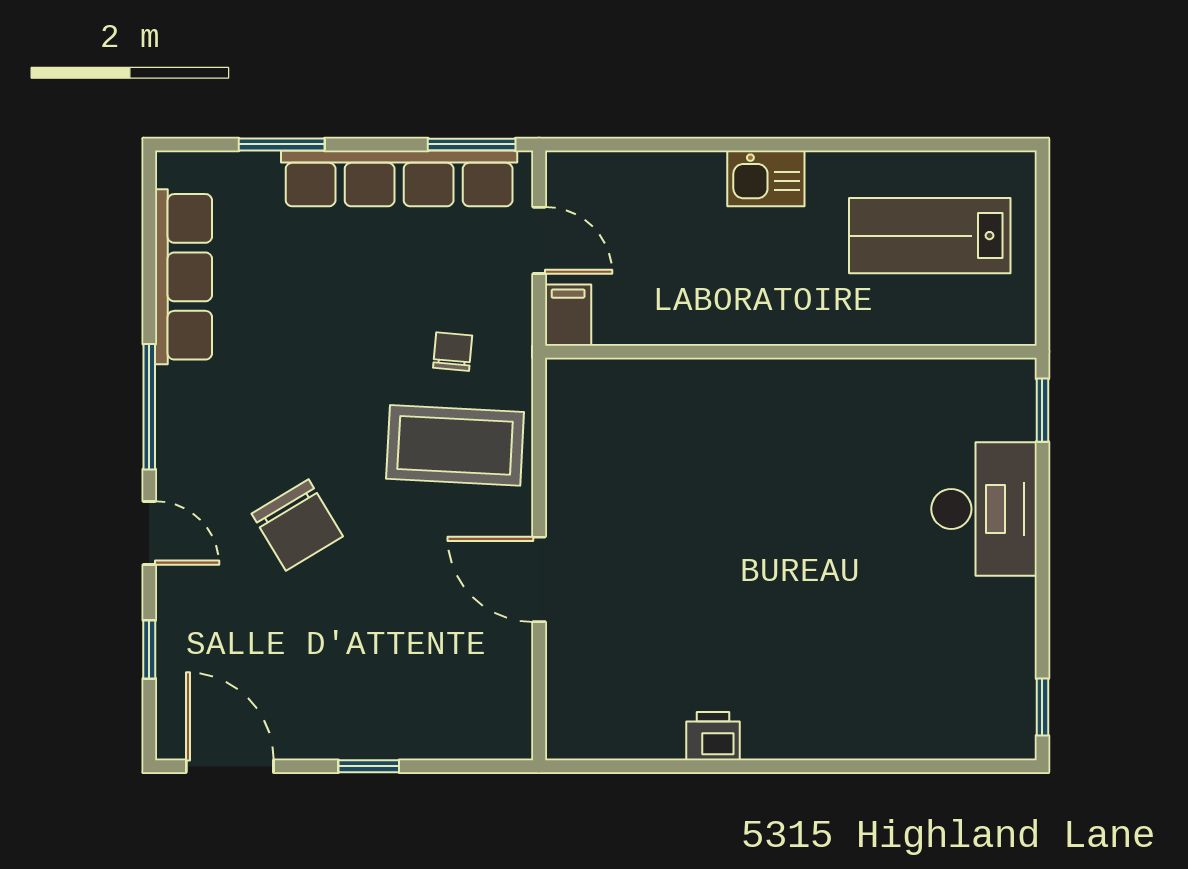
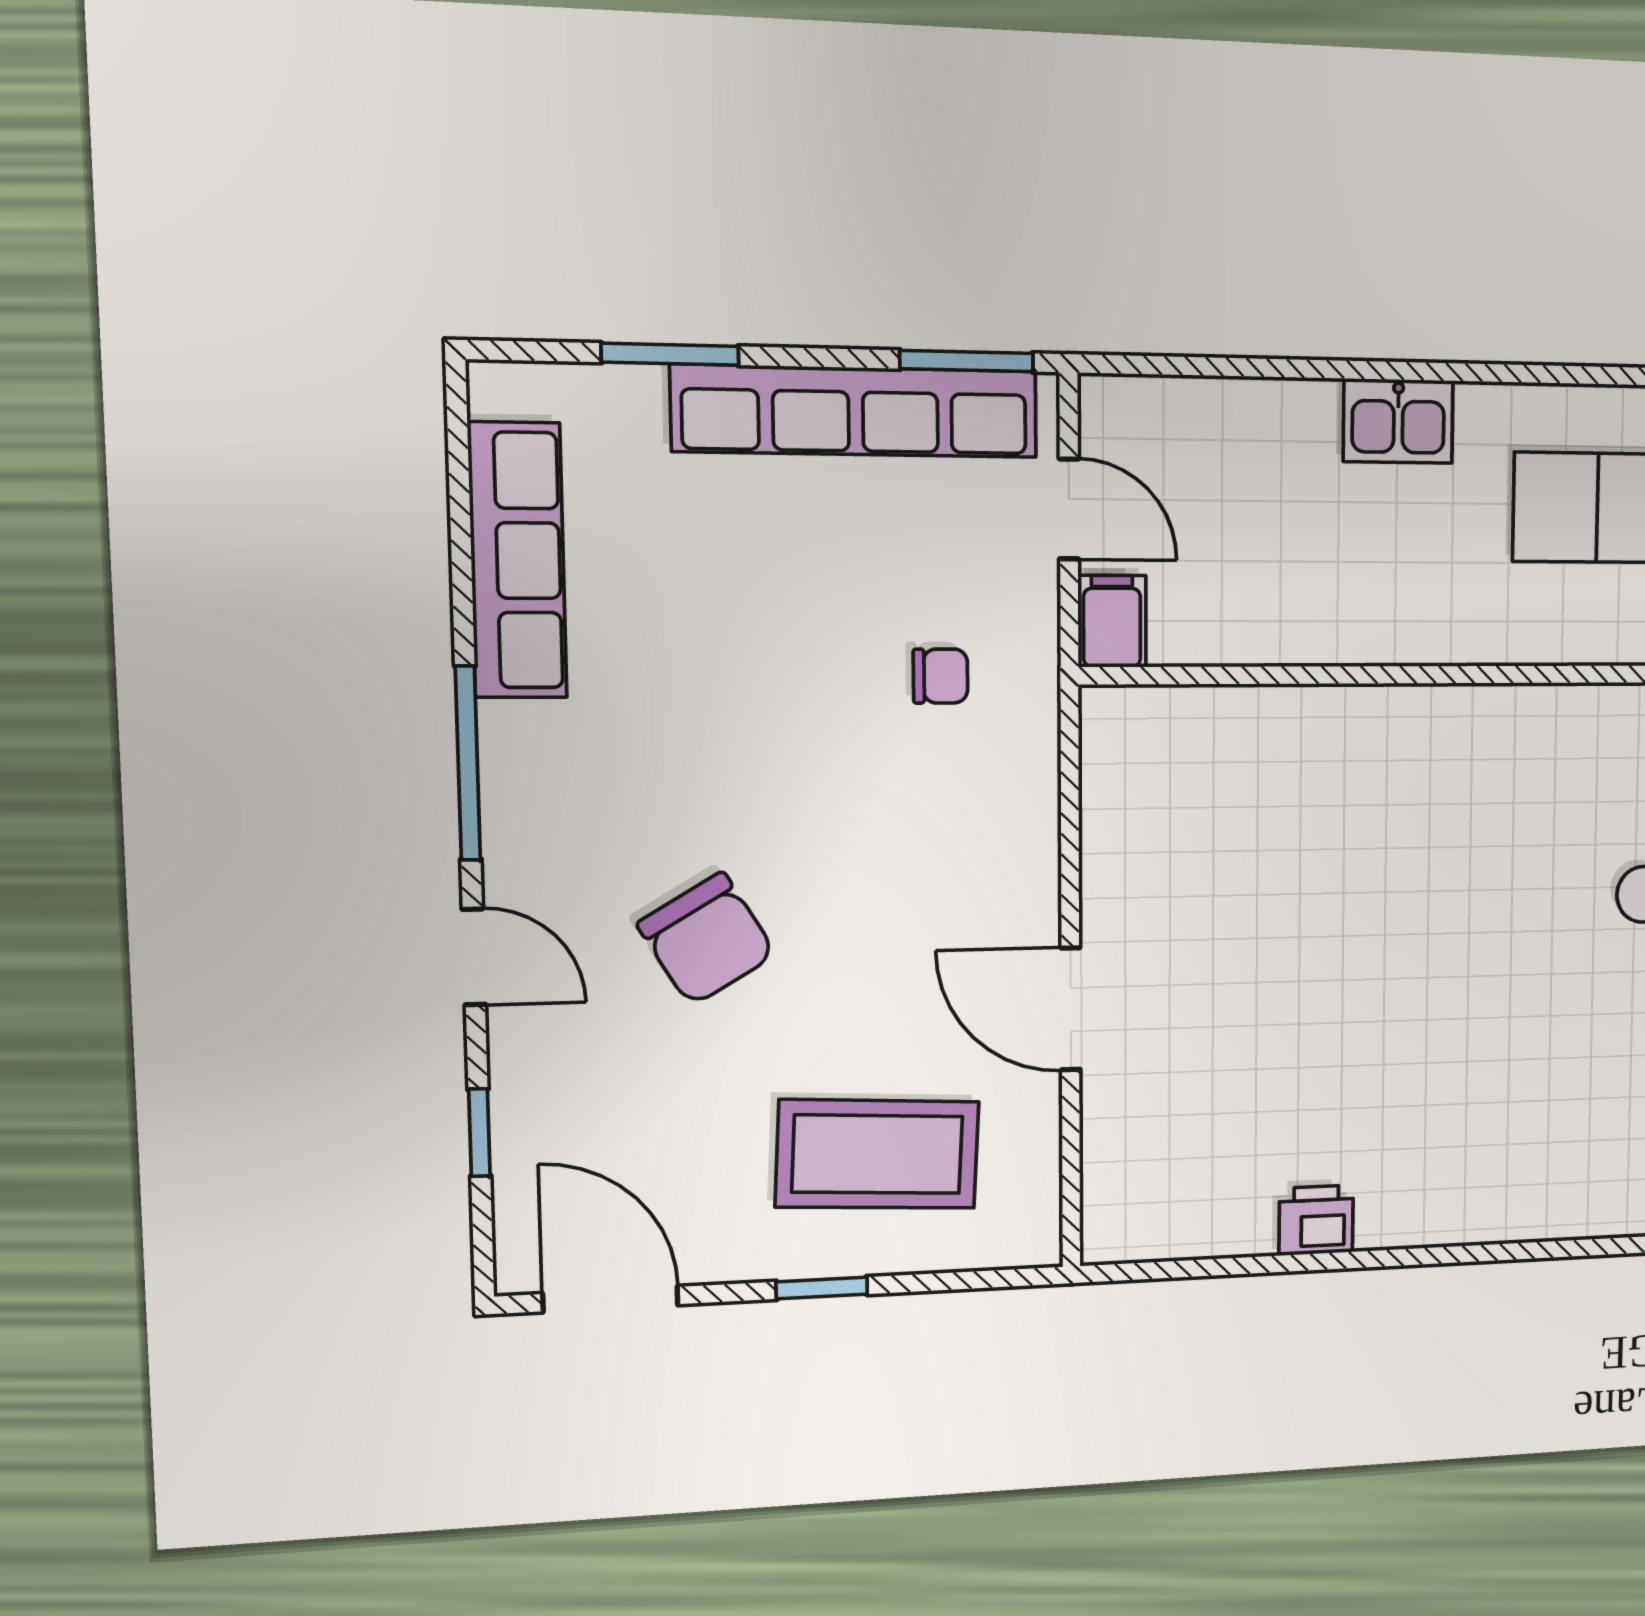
chair: (453, 352) -> (940, 676), turned 85
coffee table: (455, 445) -> (877, 1154), moved

